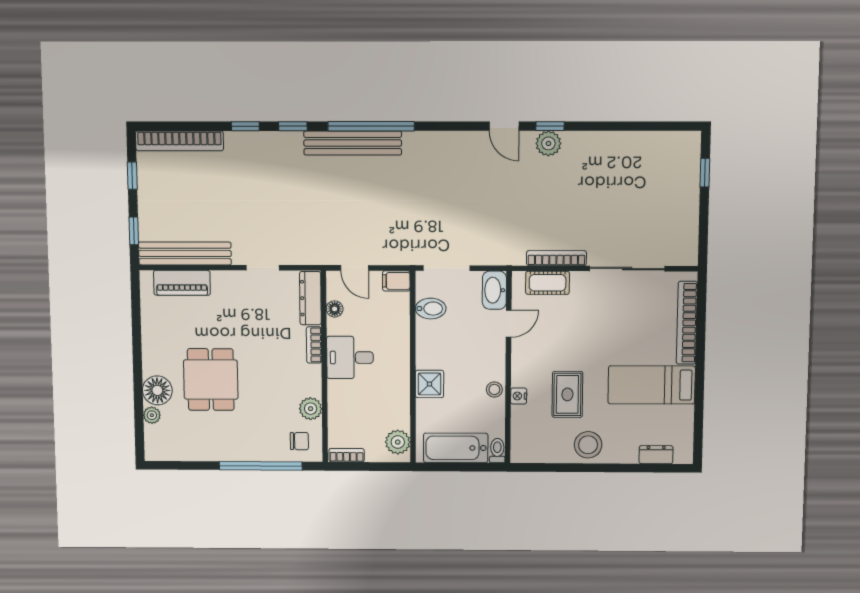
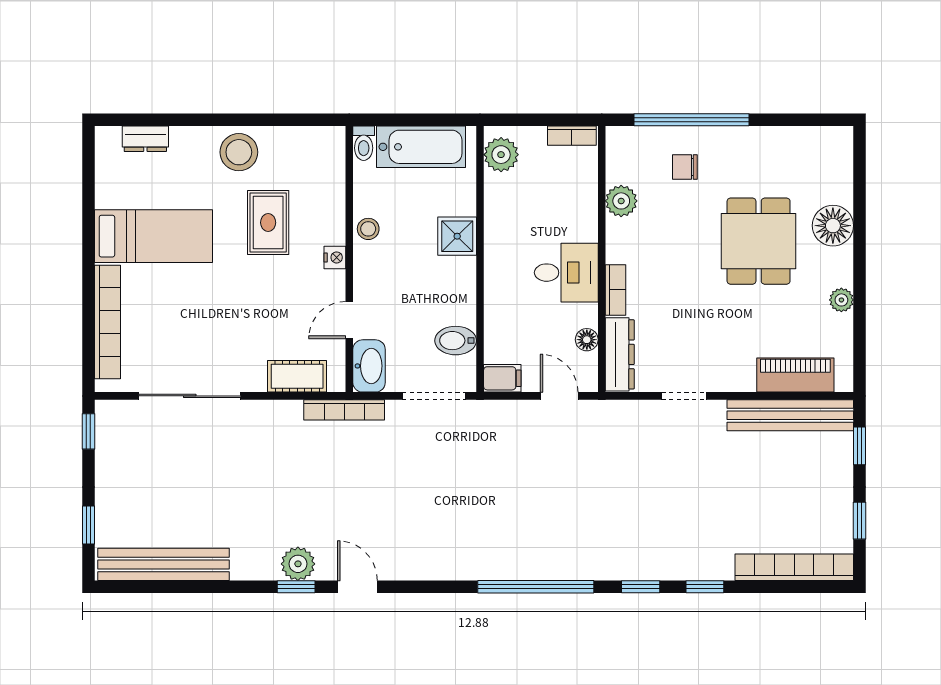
bench: (353, 143) -> (164, 564), moved
window: (703, 242) -> (88, 431), added
bookcase: (556, 258) -> (344, 410), moved
nightstand: (519, 396) -> (335, 257), moved
plant: (152, 415) -> (841, 300), moved
chair: (299, 441) -> (685, 167), moved

